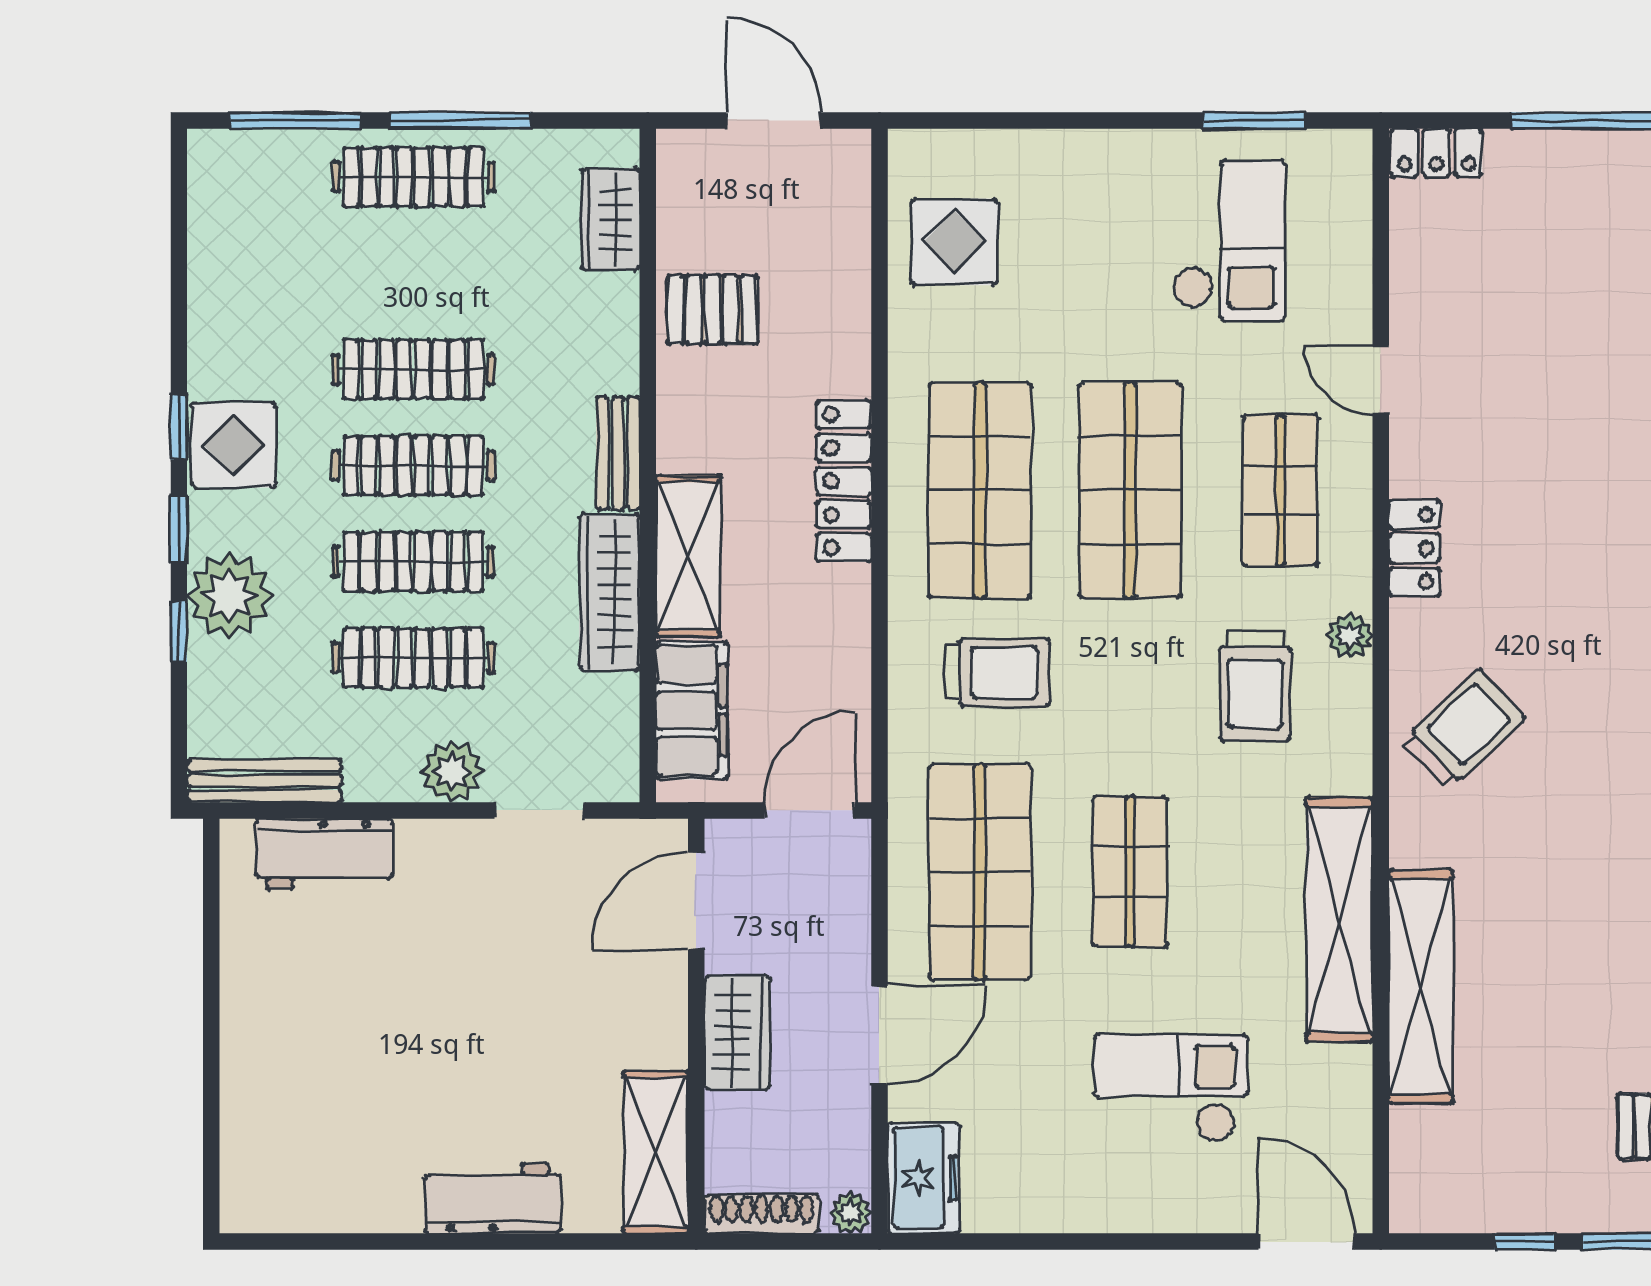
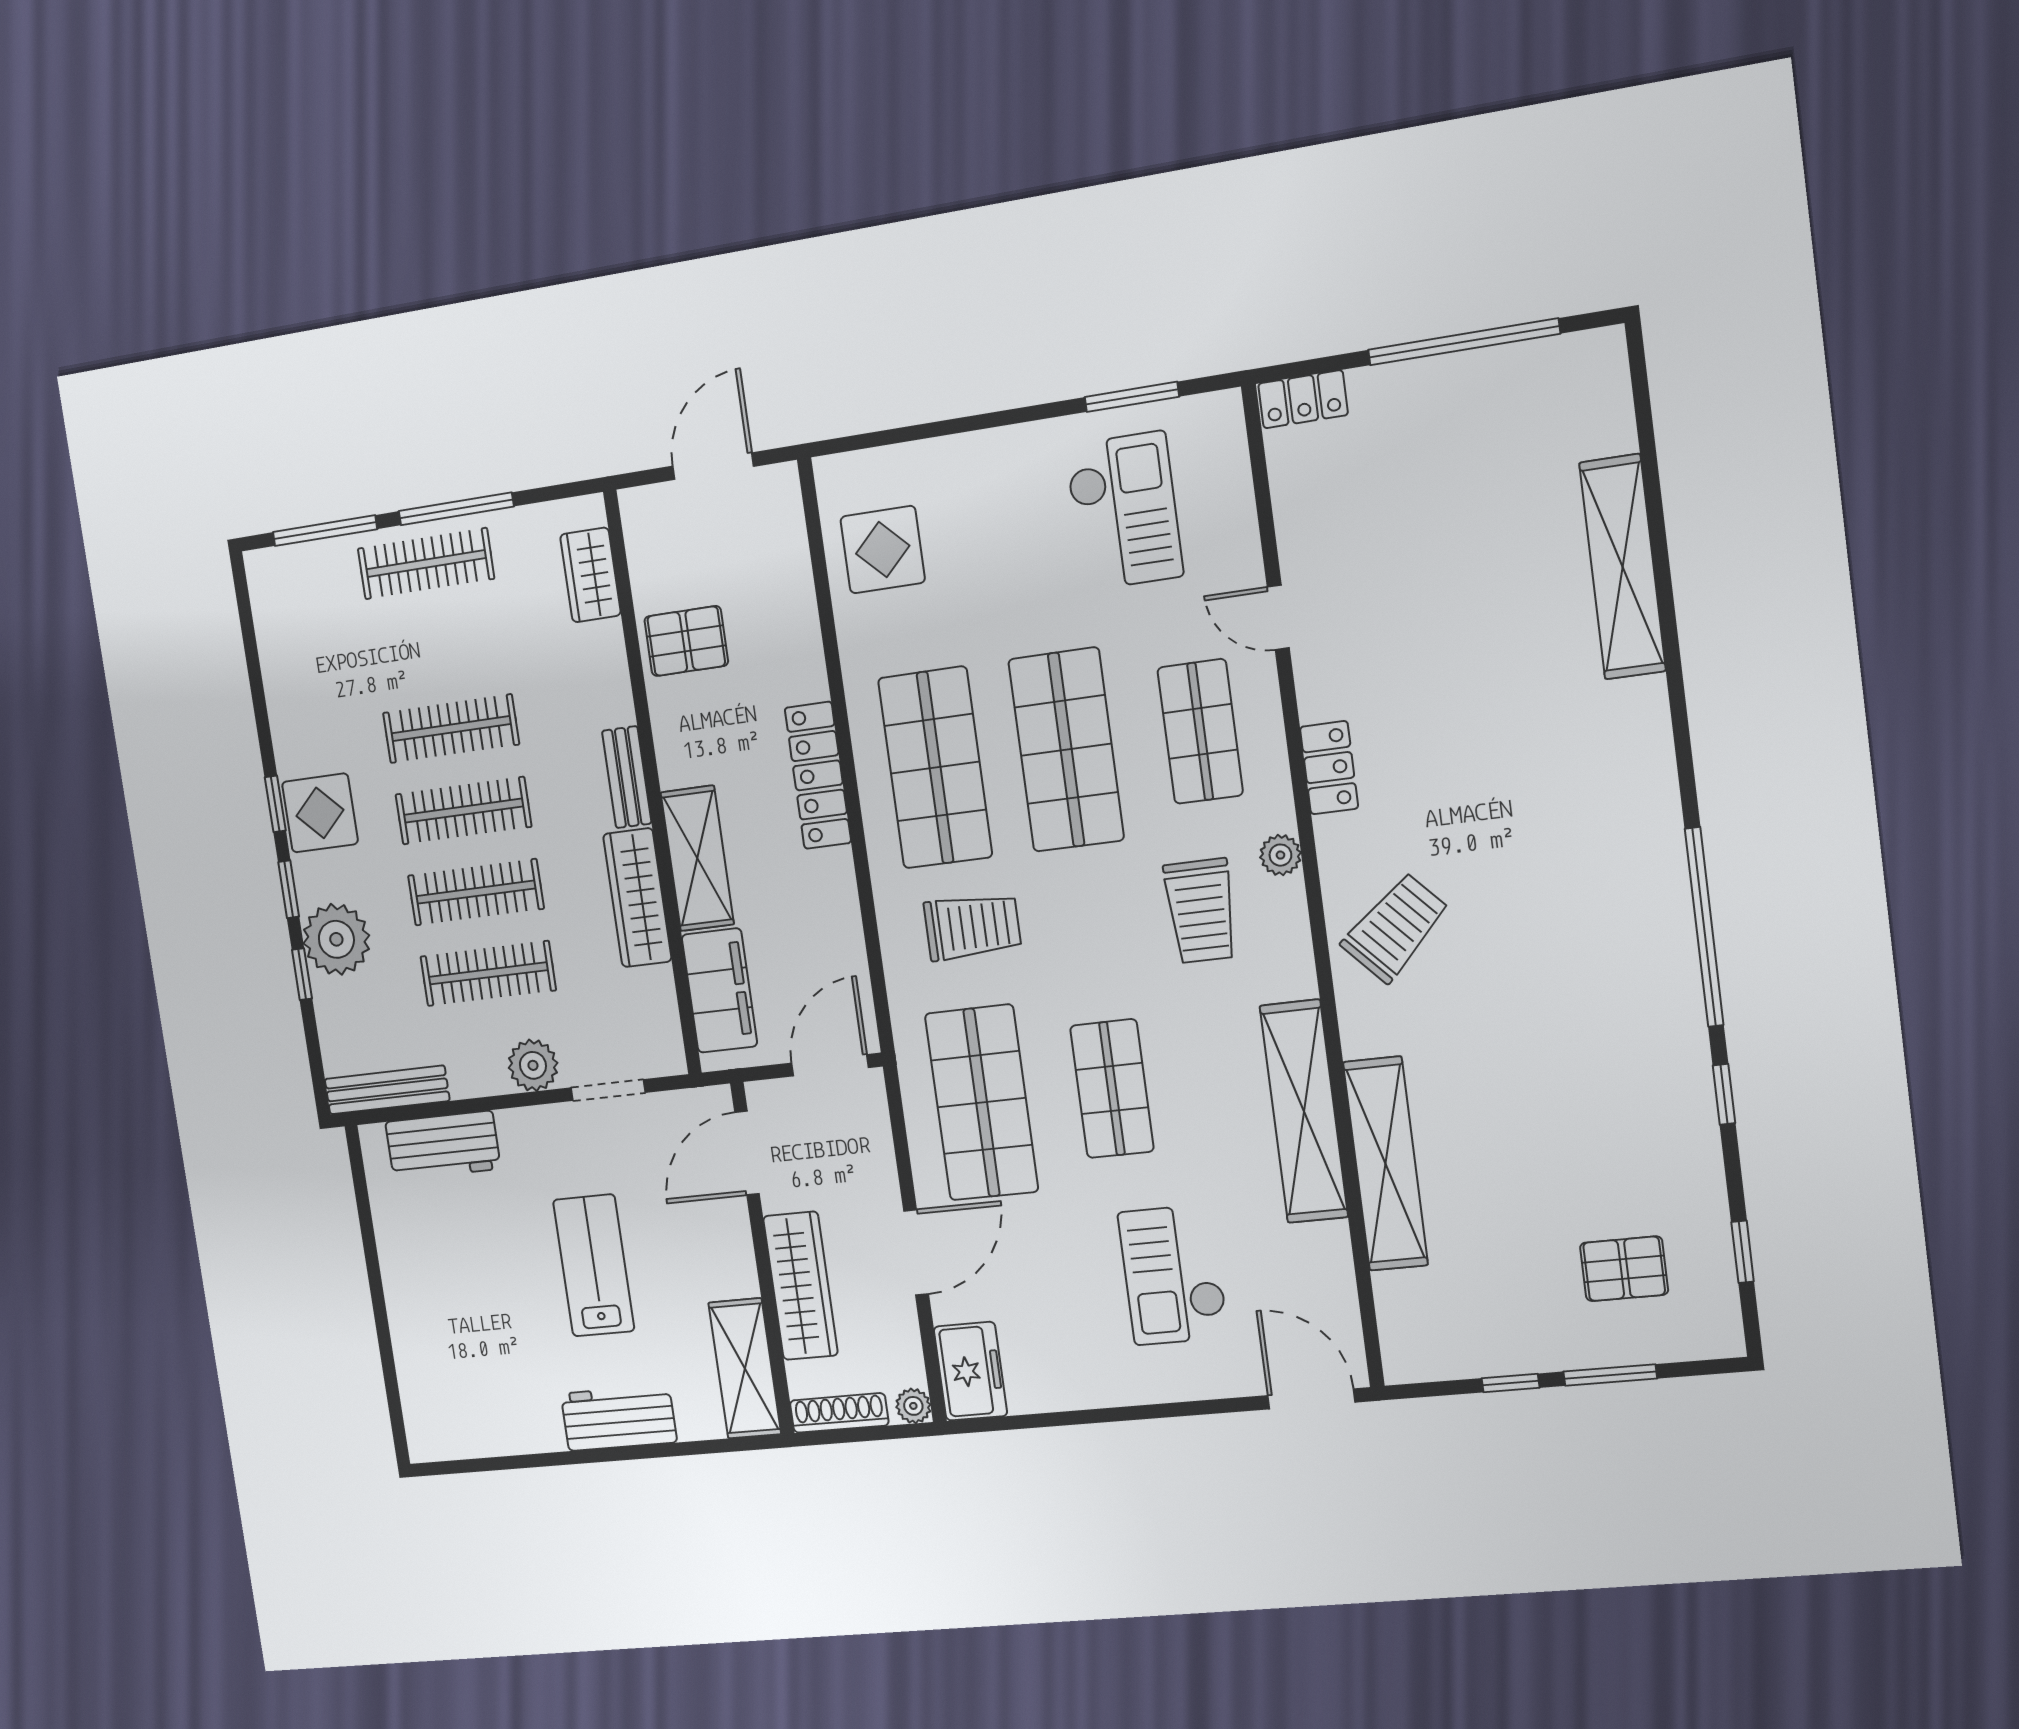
door: (773, 121) -> (713, 466), hinge flipped
lab bench: (489, 1014) -> (594, 1265), added
wardrobe: (737, 1033) -> (801, 1286), width x1.50
checkout: (1171, 1088) -> (1173, 1275), turned -90

